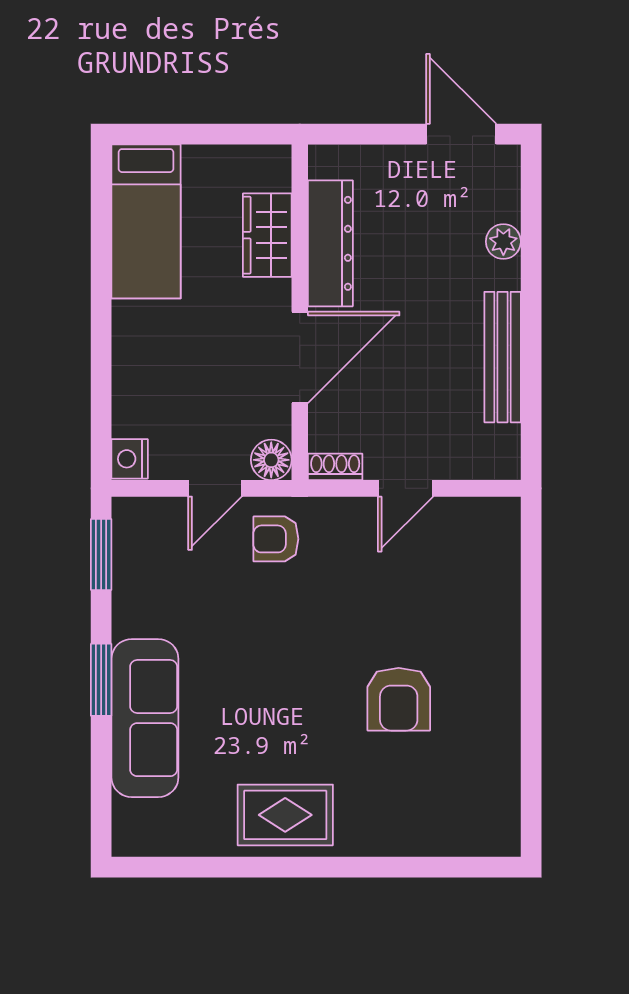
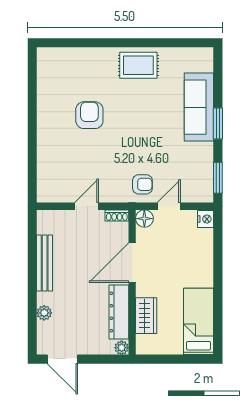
plant: (324, 161) -> (122, 348), added

